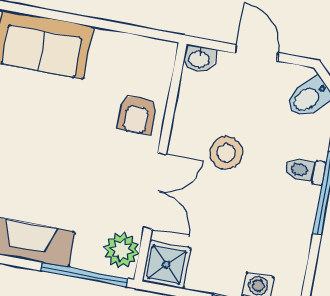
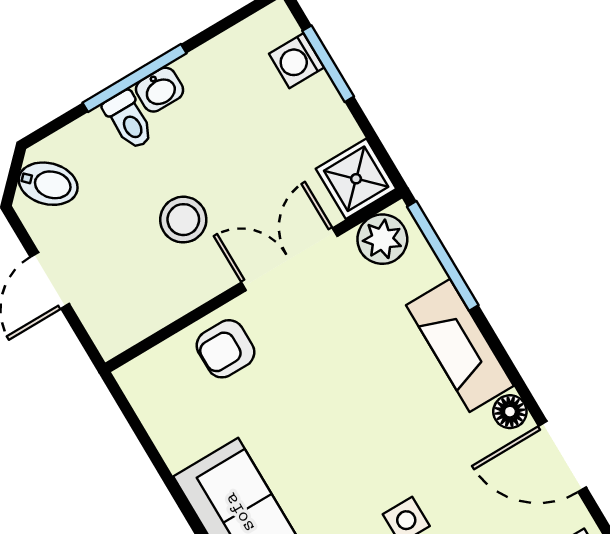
washbasin: (199, 59) -> (160, 90), moved, turned 90
armchair: (137, 115) -> (225, 349), turned 180

